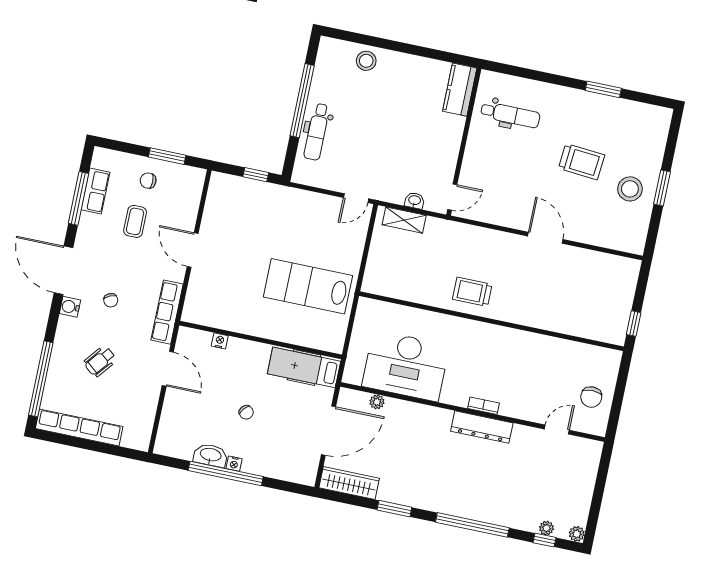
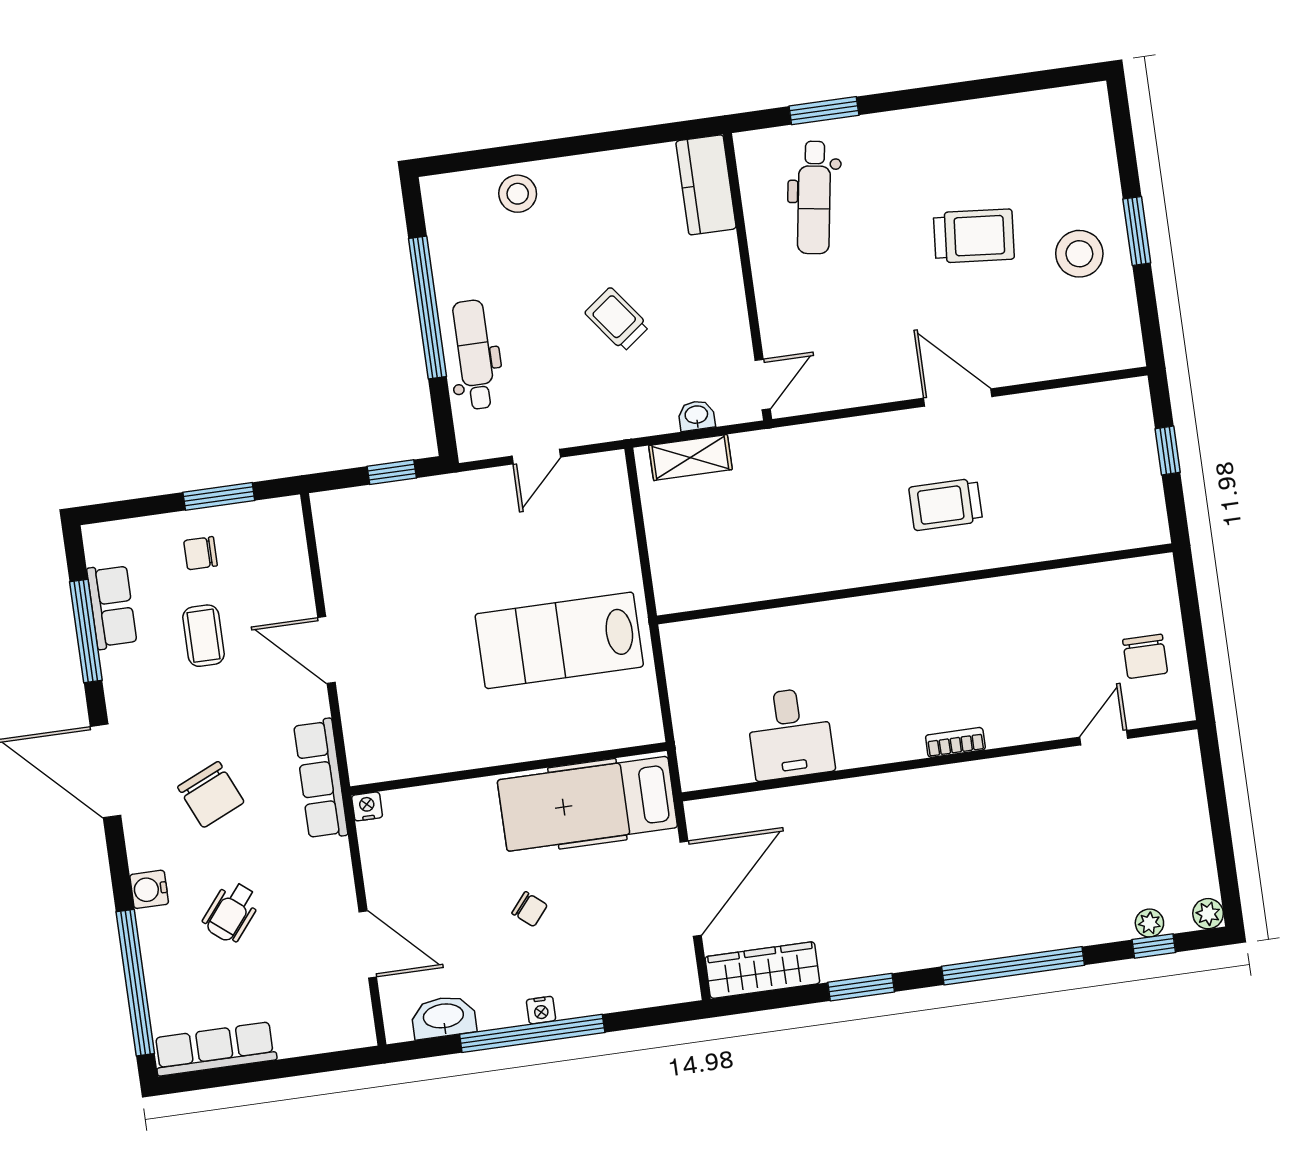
window: (603, 89) -> (824, 111), moved
dental chair: (510, 115) -> (814, 197), turned 99
dental chair: (317, 132) -> (474, 355), turned 180
trolley: (393, 140) -> (617, 319), added
door: (356, 198) -> (536, 457), moved
trolley: (472, 292) -> (946, 504), moved
chair: (111, 300) -> (211, 795), width x1.87, depth x1.87
water cooler: (70, 307) -> (149, 889), moved
window: (634, 324) -> (1168, 451), moved
nightstand: (220, 341) -> (367, 806), moved
desk: (406, 366) -> (790, 734), width x0.53, depth x0.77
hospital bed: (304, 367) -> (587, 804), width x1.37, depth x1.29
door: (168, 369) -> (368, 944), moved
plant: (377, 402) -> (760, 805), removed
dresser: (482, 427) -> (966, 782), removed
row of seats: (79, 428) -> (215, 1049), width x0.73
washbasin: (211, 455) -> (444, 1017), moved

